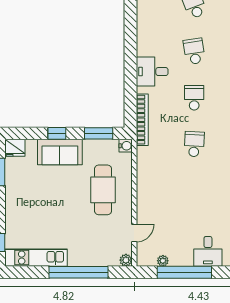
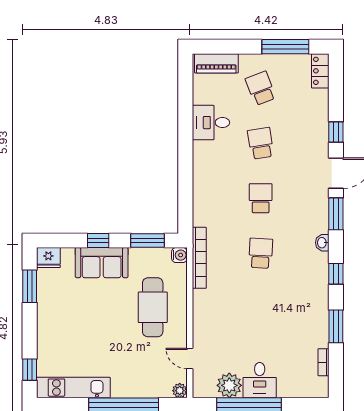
desk: (152, 72) -> (211, 123), moved
bookcase: (142, 120) -> (199, 258), moved
door: (134, 233) -> (190, 359), swing flipped
desk: (208, 251) -> (260, 380), moved
plant: (163, 261) -> (229, 385), width x1.88, depth x1.88

